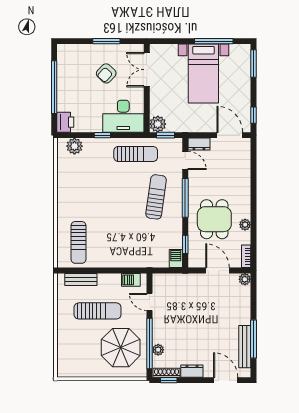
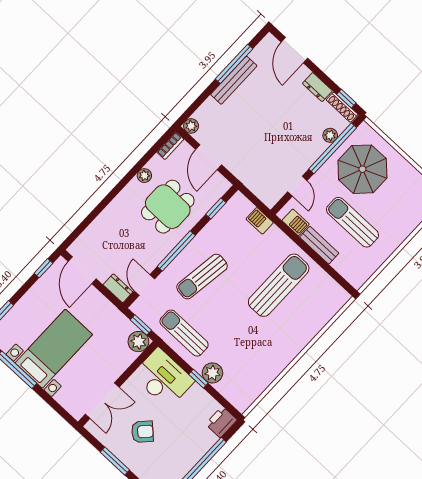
plant: (74, 146) -> (212, 373), moved
sun lounger: (78, 242) -> (279, 285), moved, width x1.36, depth x1.34
barbecue: (176, 258) -> (260, 221), moved, turned 90
bench: (81, 279) -> (319, 245), moved
bench: (245, 347) -> (234, 80), moved

